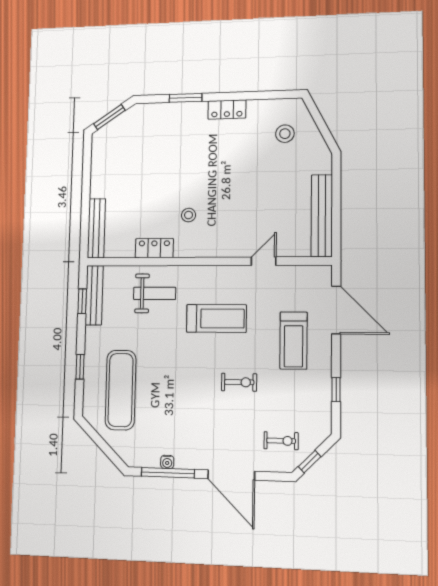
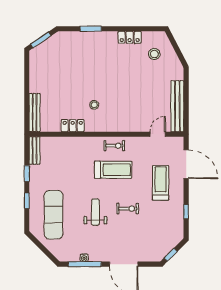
locker: (227, 109) -> (130, 37), moved
door: (264, 261) -> (158, 134), moved
weight bench: (155, 293) -> (95, 212), moved, turned -90
bench: (94, 295) -> (35, 151), width x0.73
window: (82, 301) -> (27, 174), moved
treadmill: (294, 340) -> (161, 183), turned 180
exercise bike: (281, 441) -> (114, 146), moved

